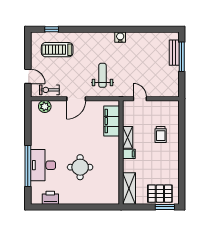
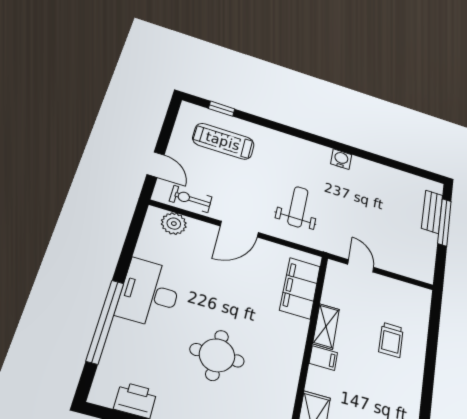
desk: (43, 165) -> (149, 293), moved

